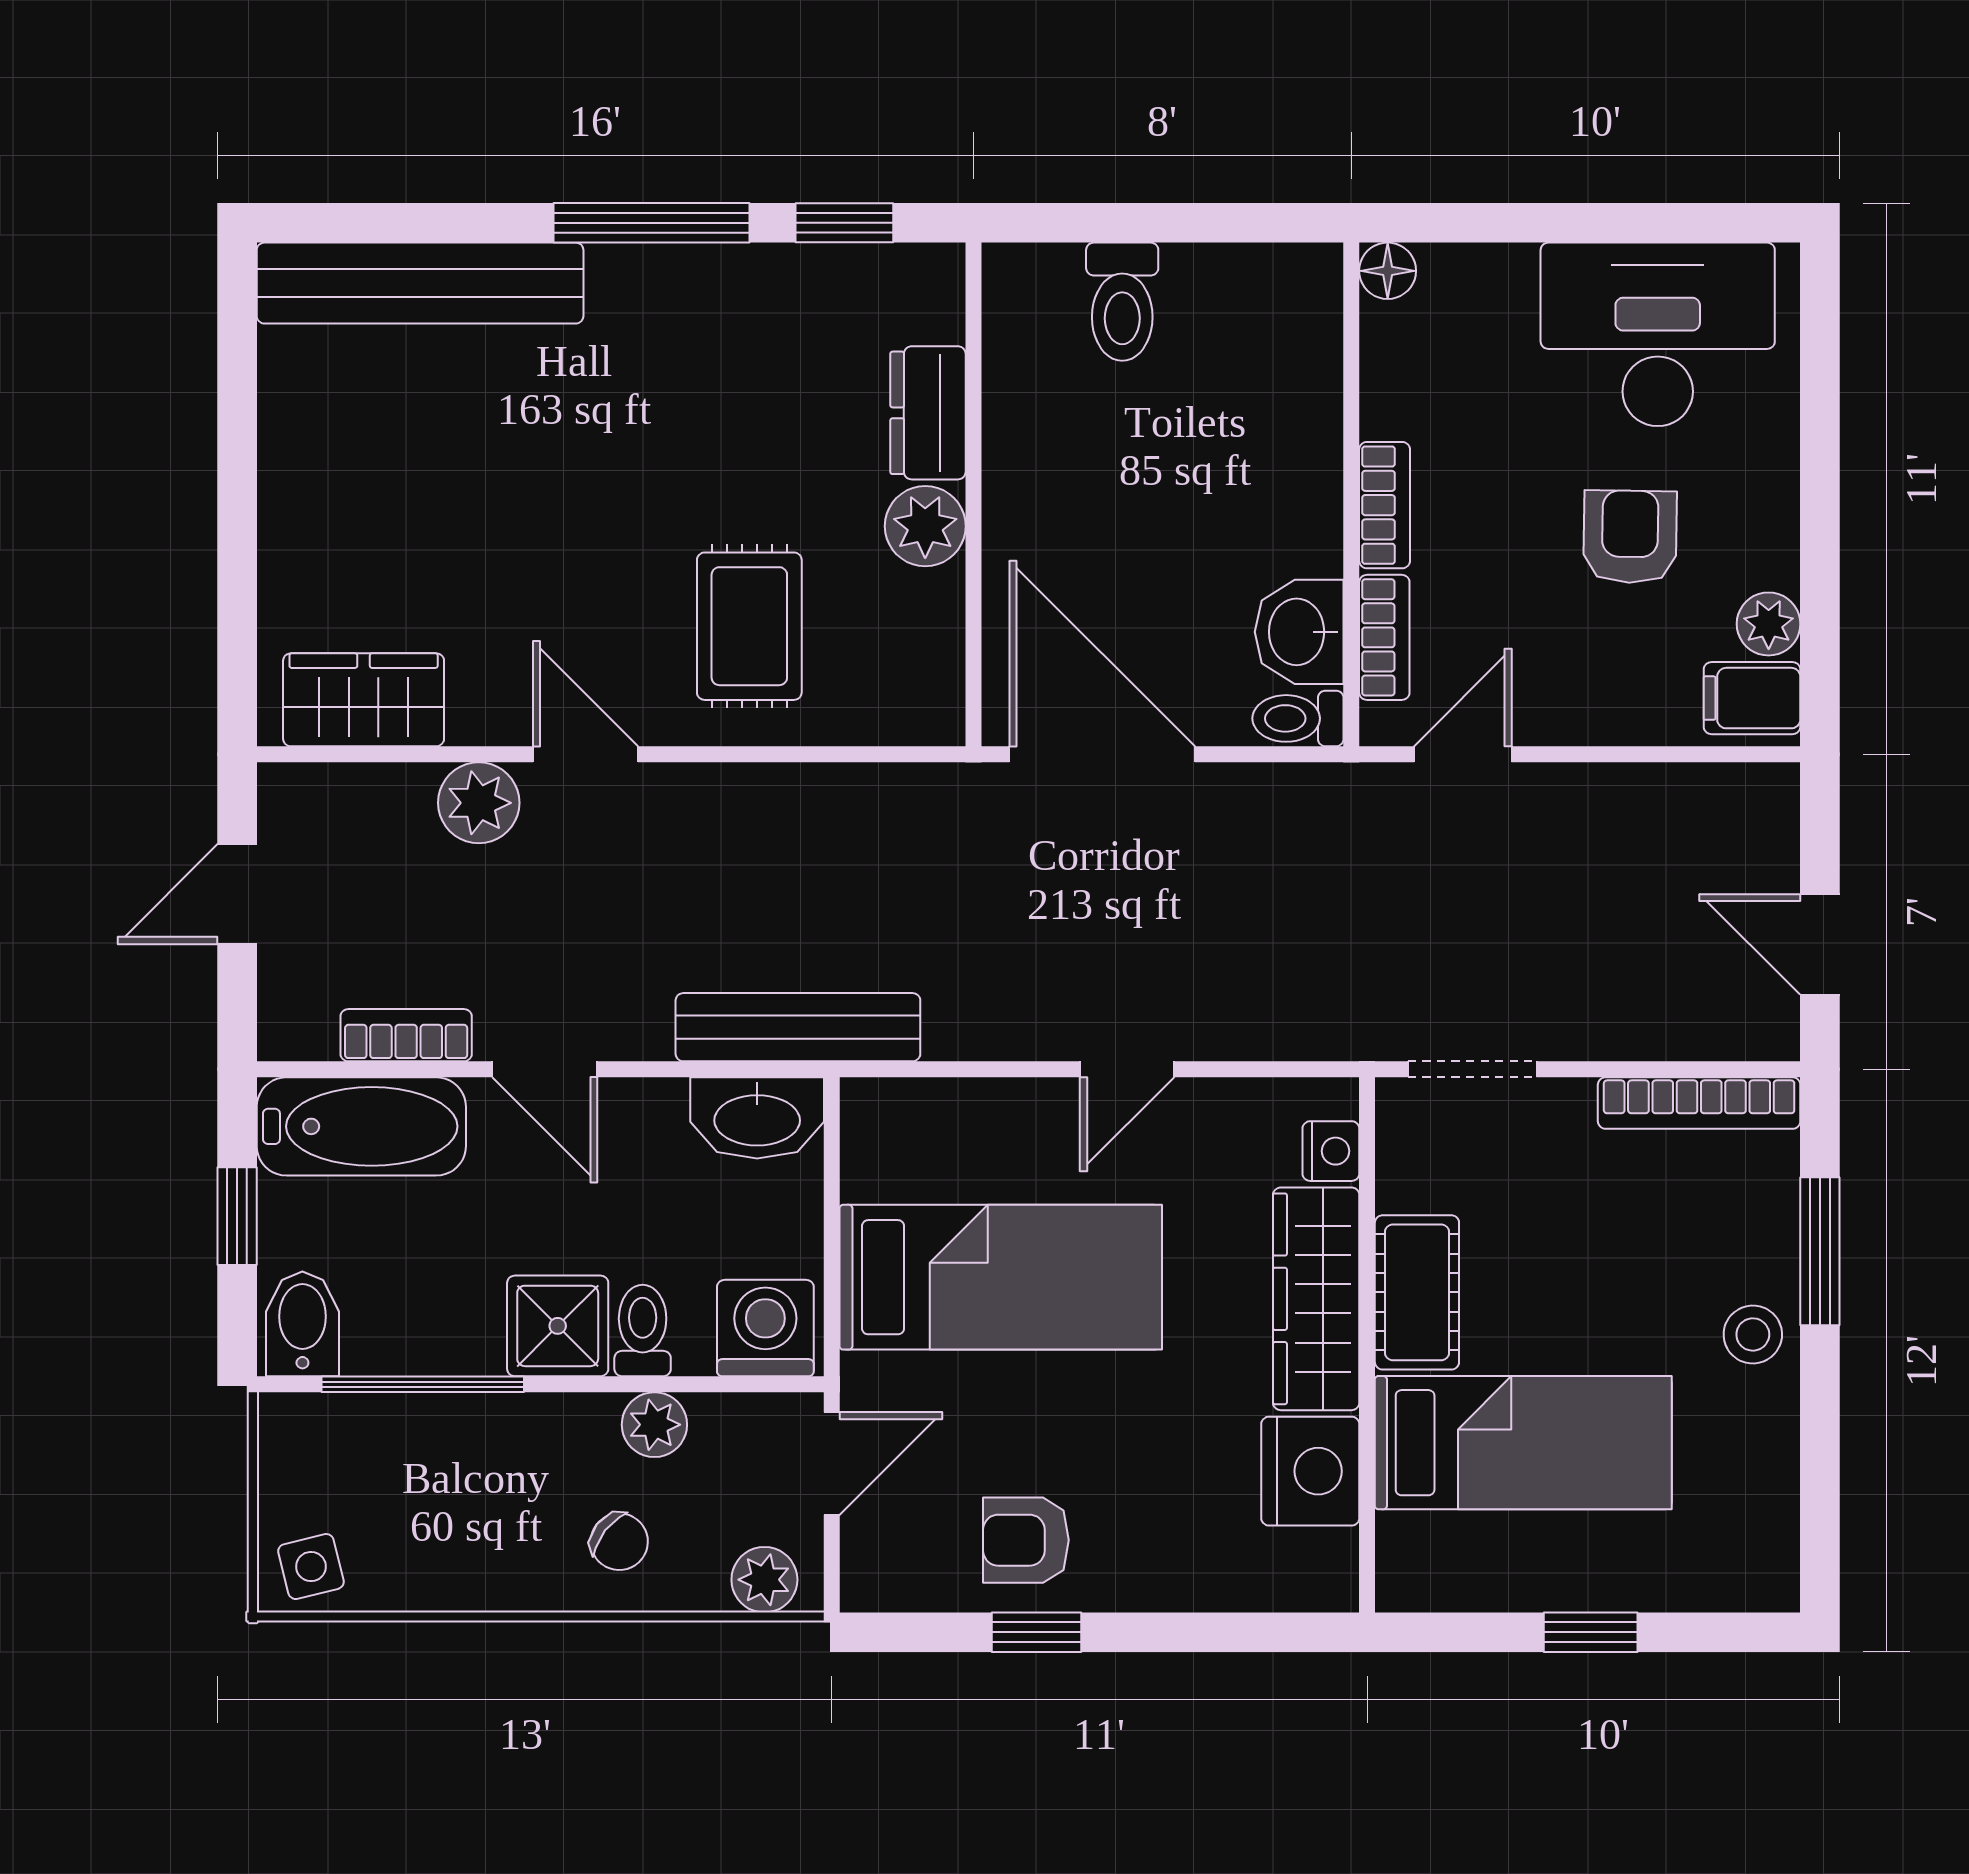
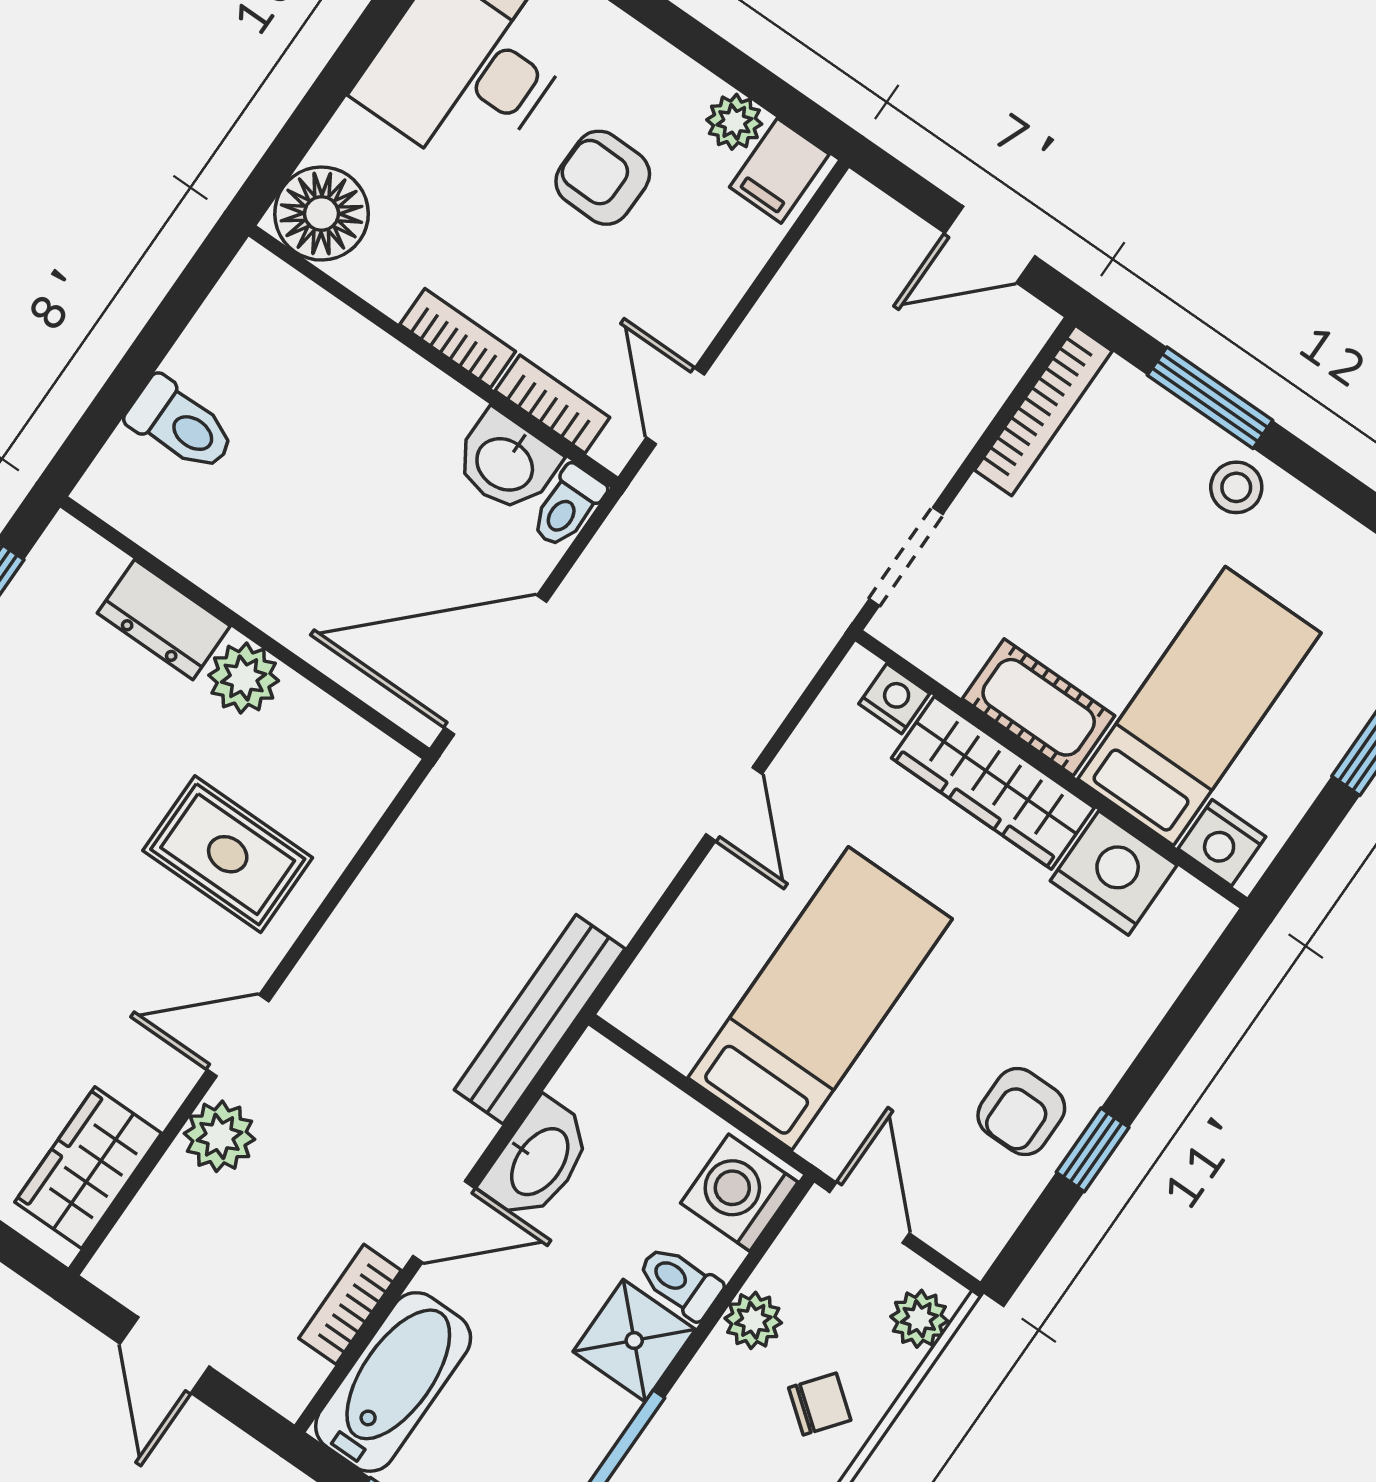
floor lamp: (1388, 271) -> (322, 214), width x1.89, depth x1.89
washbasin: (757, 1118) -> (538, 1160), moved
nightstand: (1409, 1553) -> (1222, 843), added

